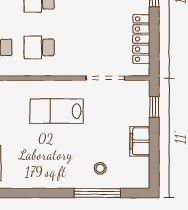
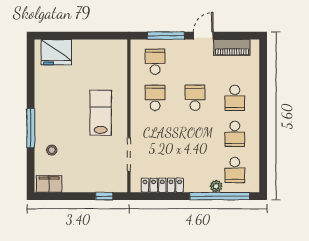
filing cabinet: (140, 141) -> (49, 184), moved
window: (97, 193) -> (31, 128), moved

